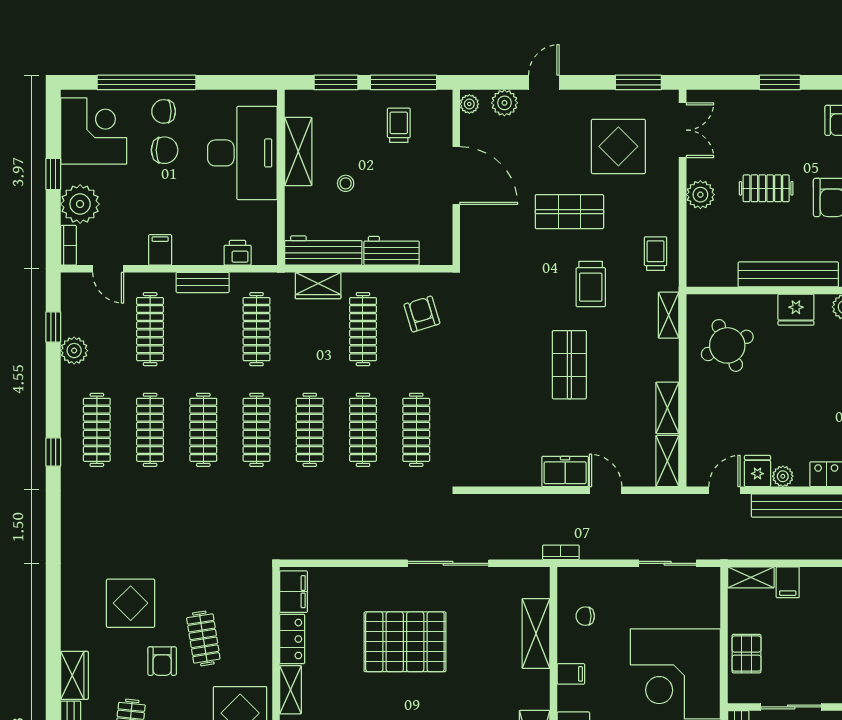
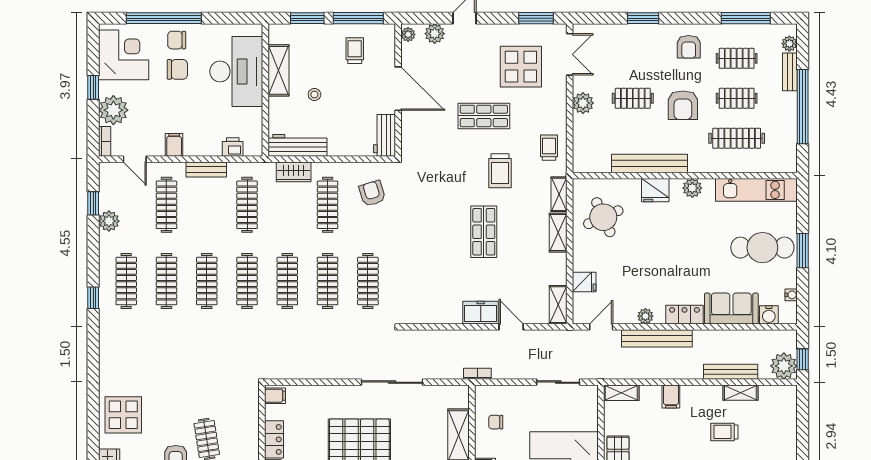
workbench: (392, 251) -> (385, 135), moved, turned -90
shelving: (667, 408) -> (558, 233), moved
fridge: (757, 471) -> (584, 282), moved, turned 90
filing cabinet: (788, 582) -> (671, 396), moved
filing cabinet: (293, 592) -> (275, 396), width x0.50
display table: (131, 603) -> (123, 415), moved

